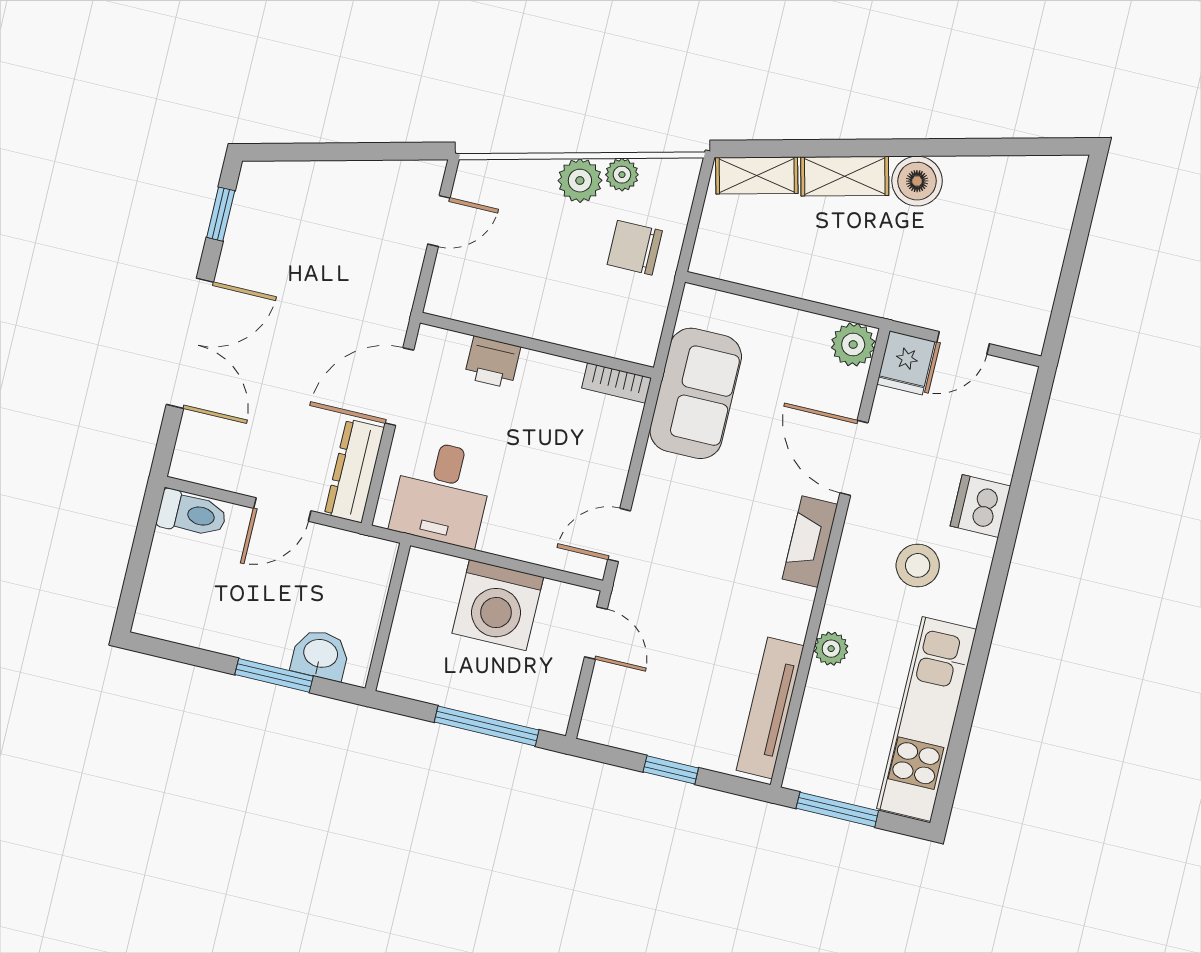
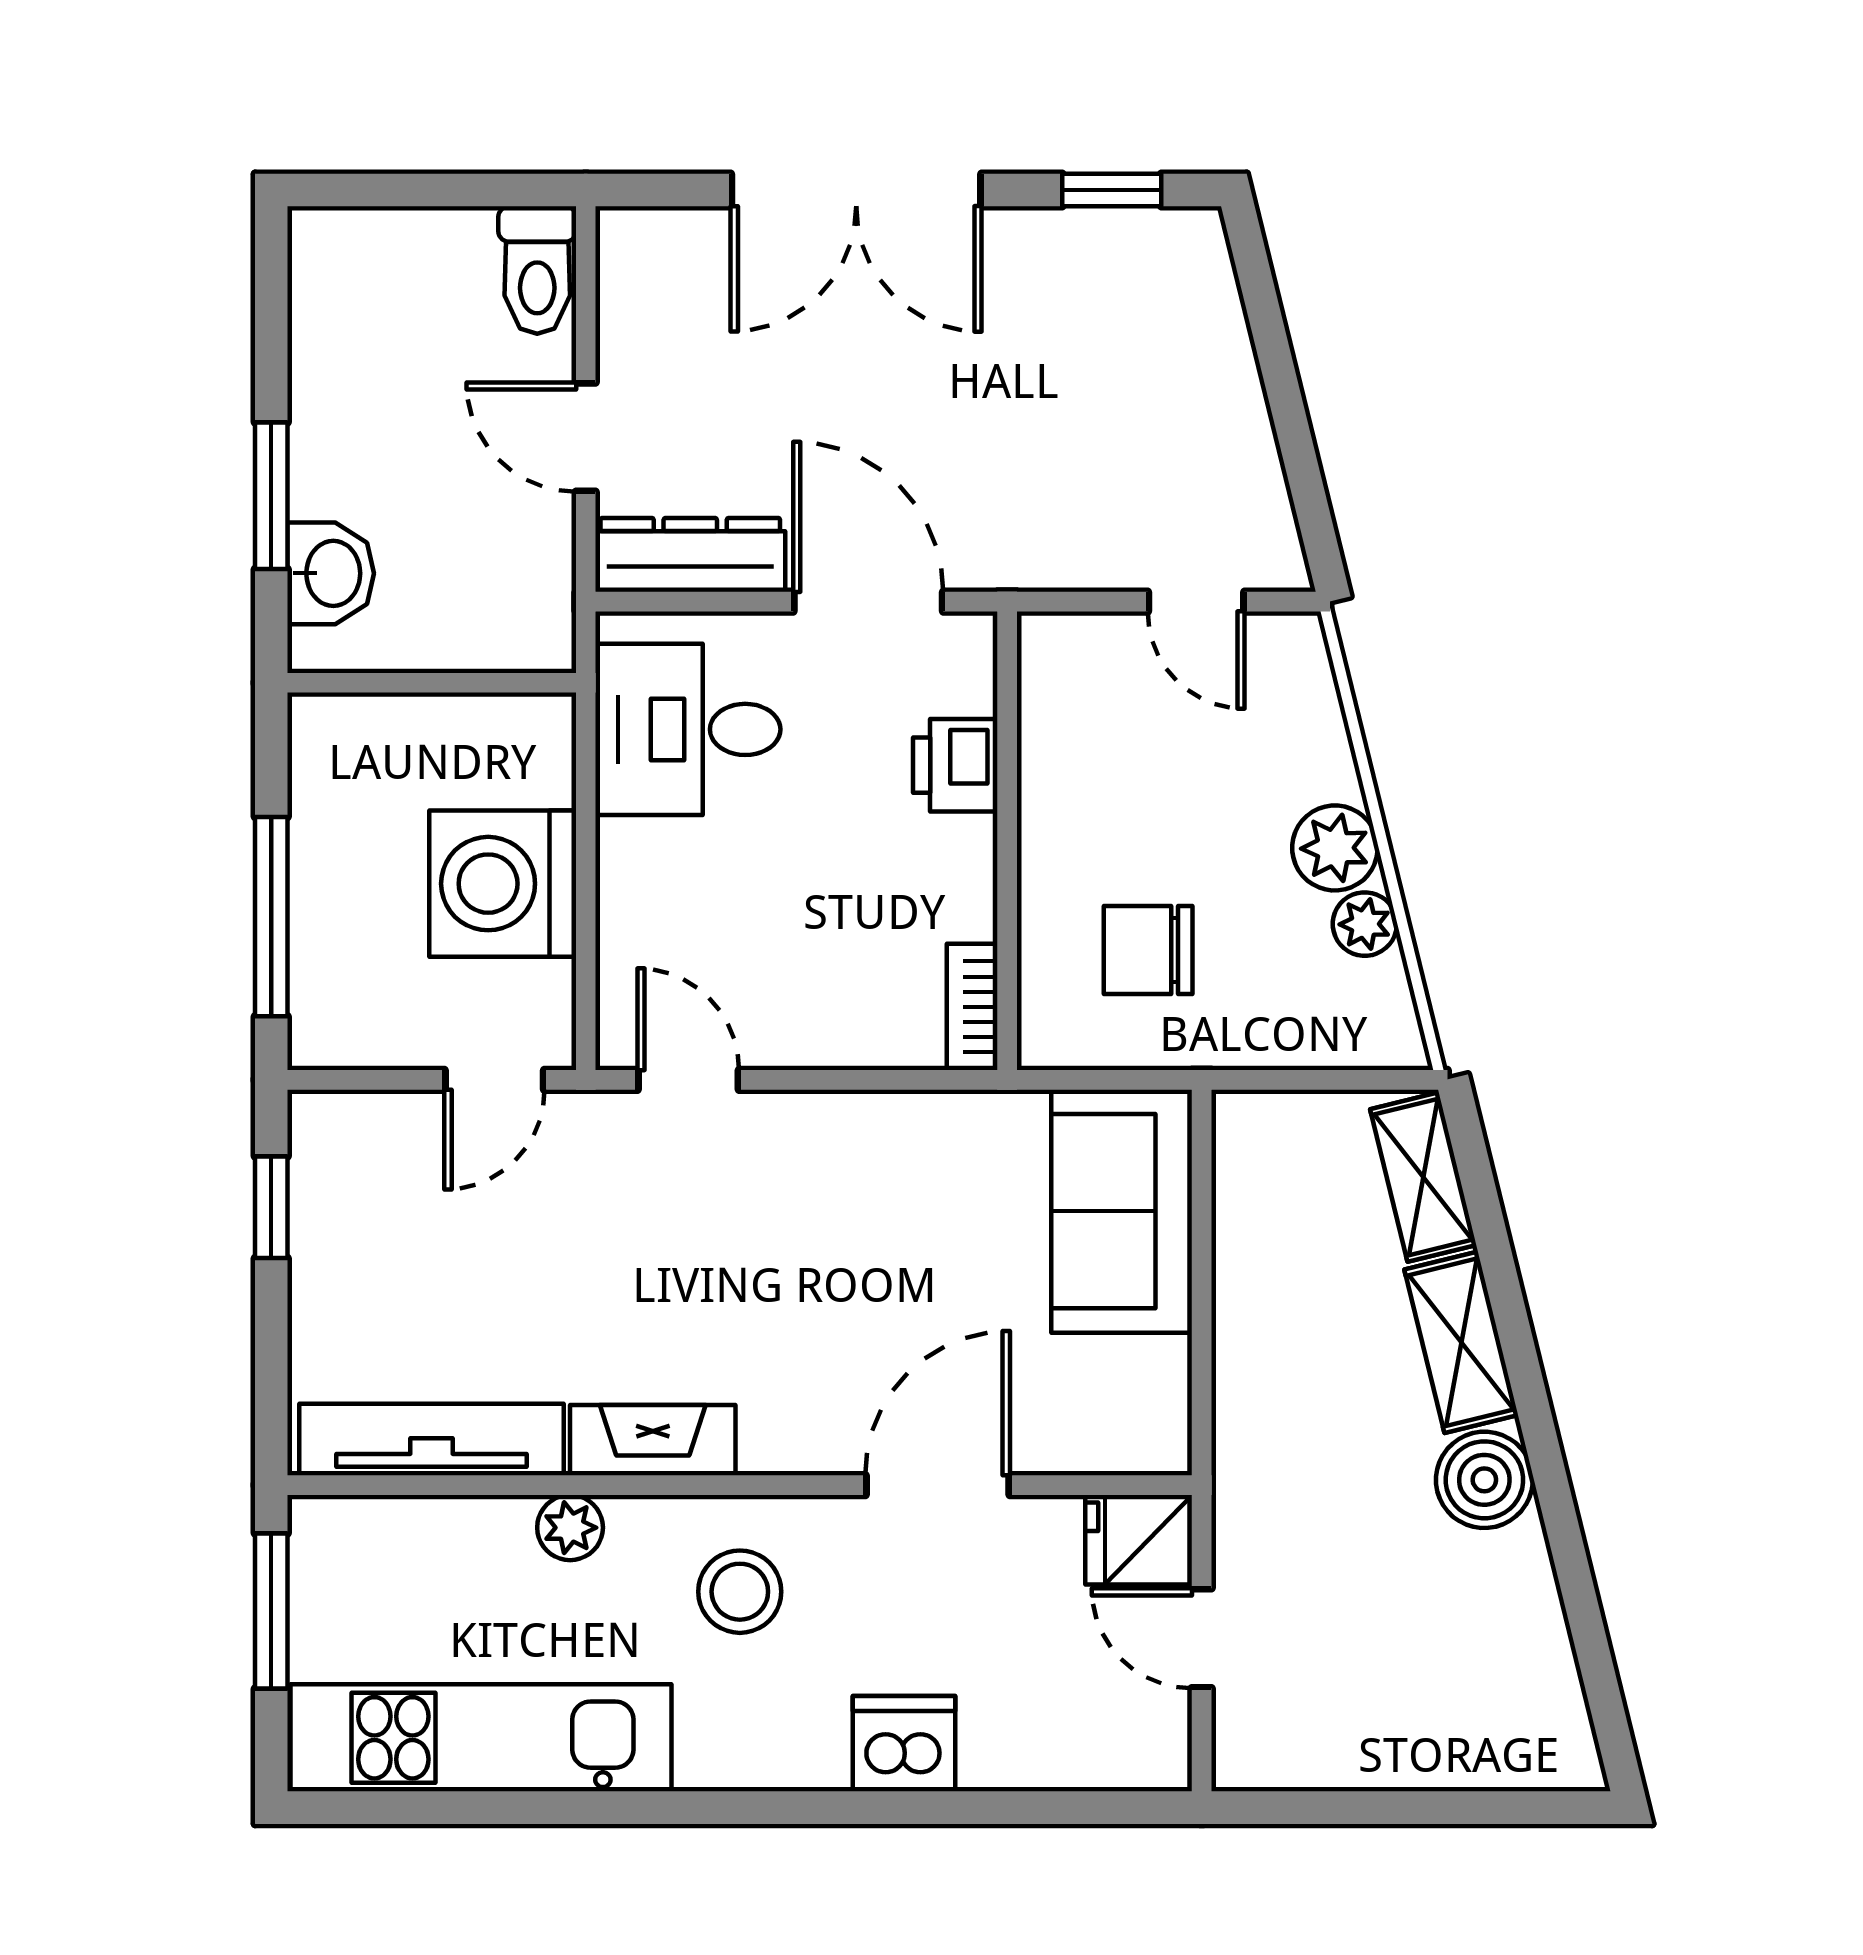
chair: (635, 248) -> (1148, 950), moved, turned -90
plant: (853, 345) -> (1150, 1433), removed
sofa: (696, 393) -> (1122, 1211), moved, turned 90
fireplace: (810, 542) -> (653, 1440), moved
stool: (918, 565) -> (740, 1592), moved
window: (671, 770) -> (271, 1207), moved

